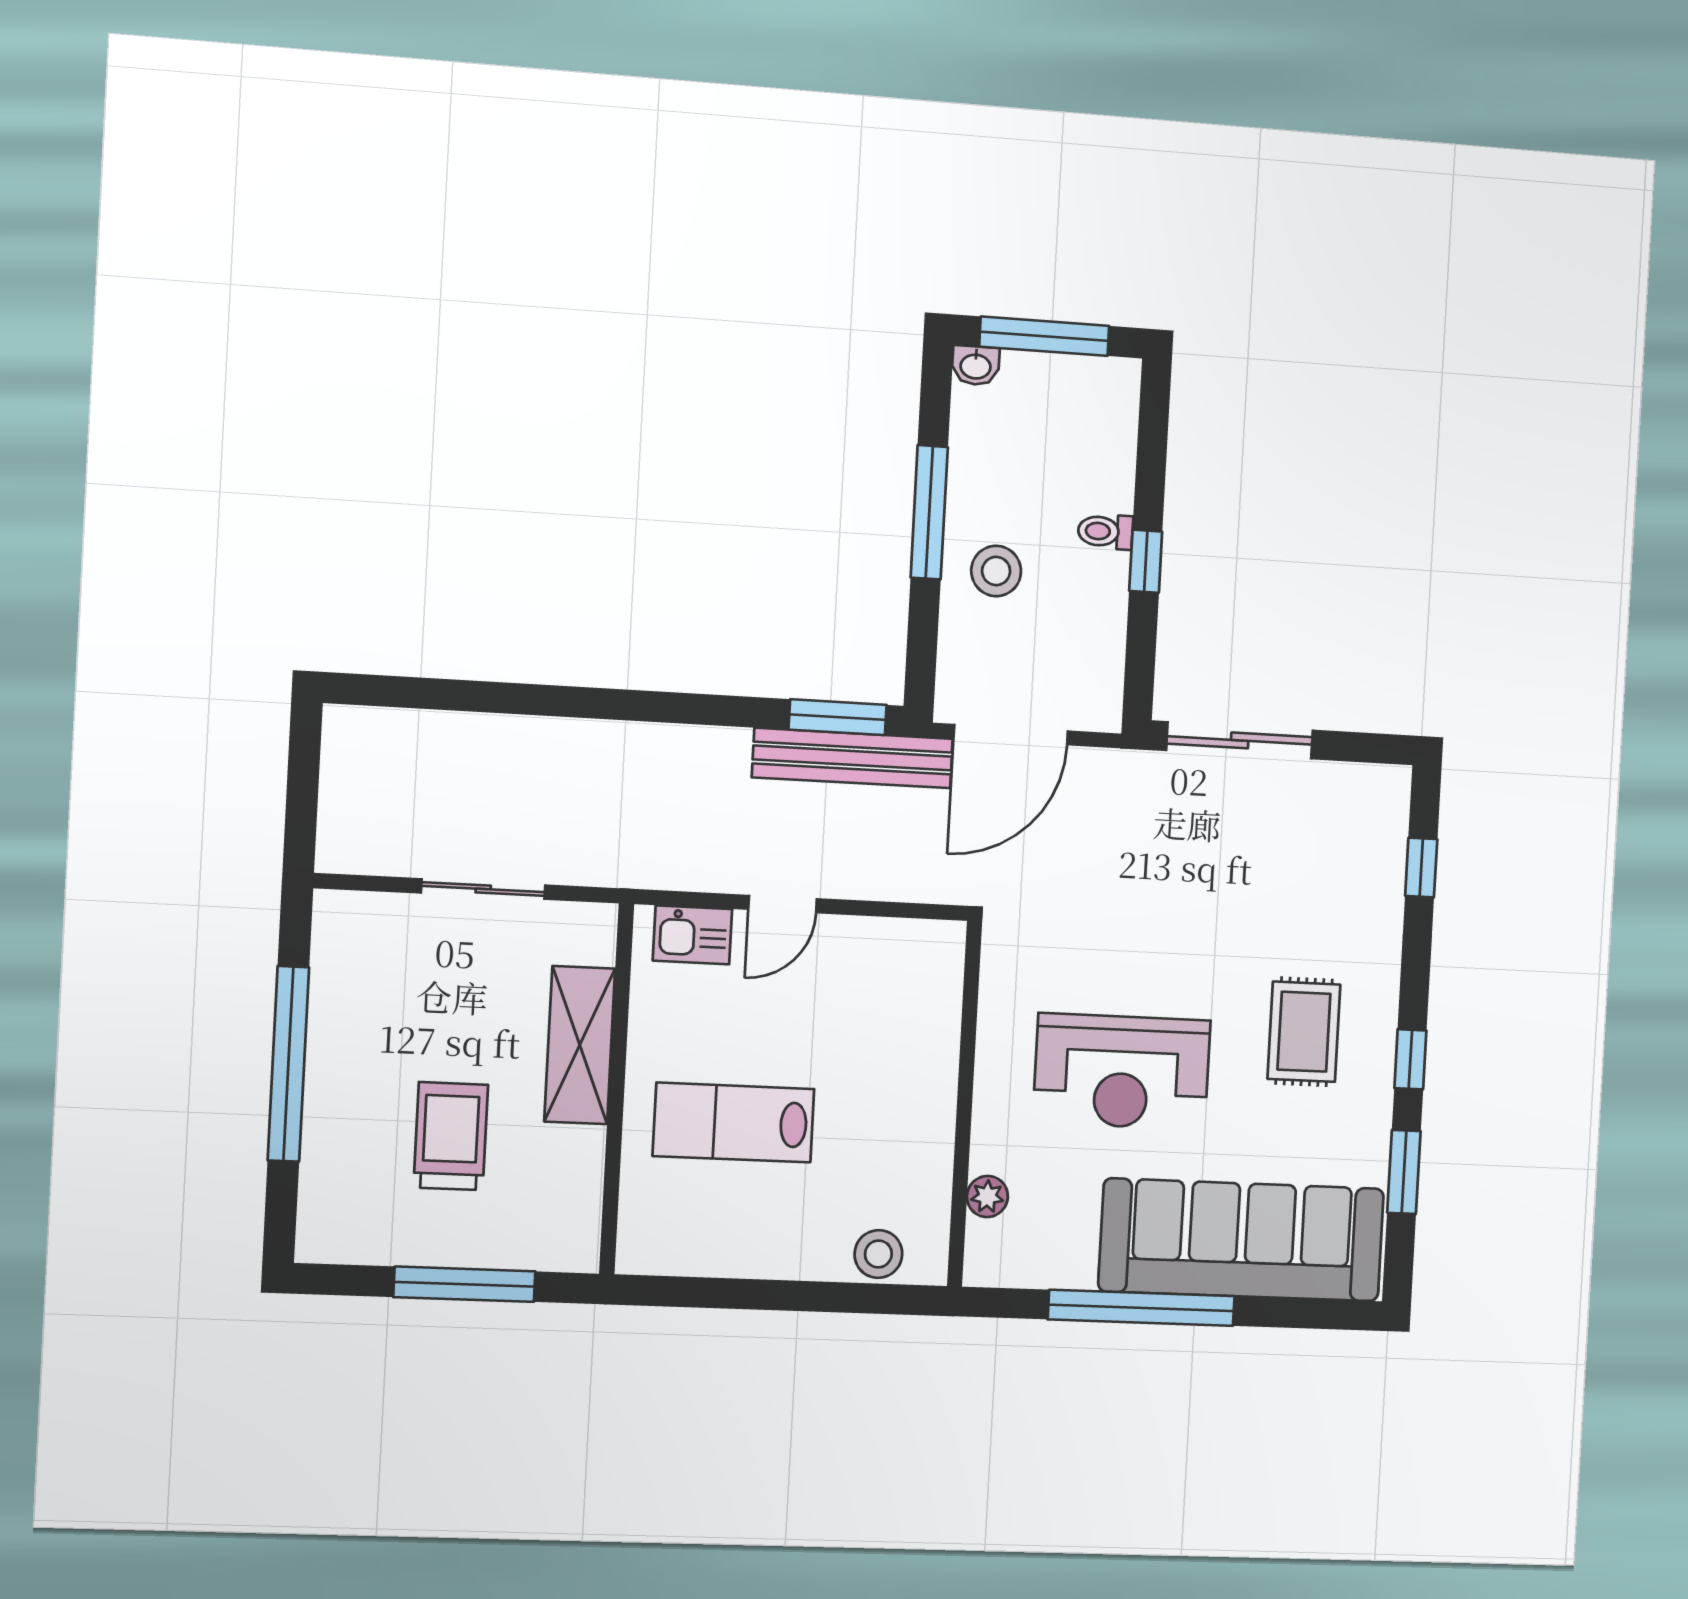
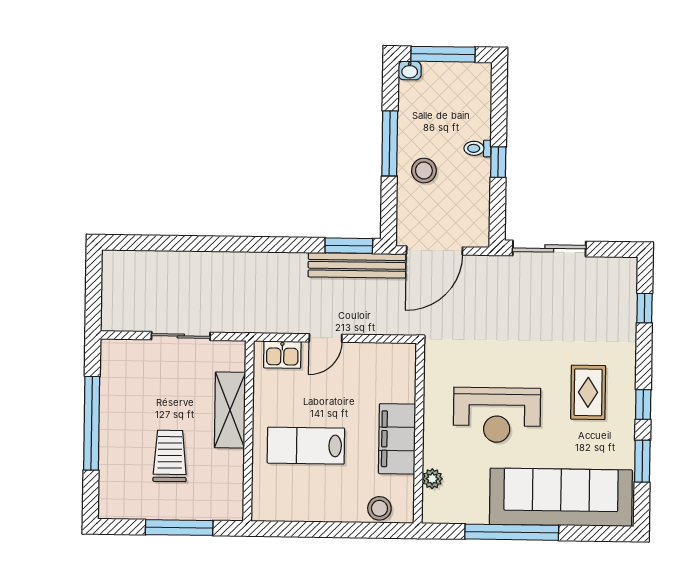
filing cabinet: (920, 1114) -> (397, 439), added

